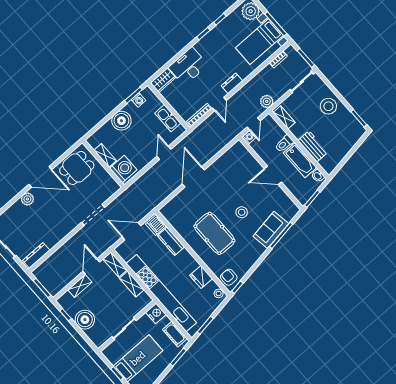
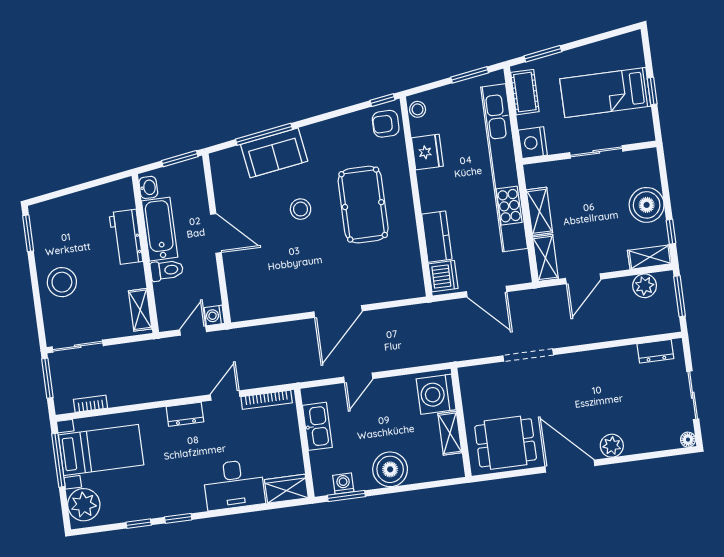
plant: (267, 101) -> (645, 286), moved
dresser: (36, 255) -> (655, 351), width x0.70
armchair: (229, 277) -> (386, 124), turned 90
shelving: (80, 286) -> (650, 257), moved

